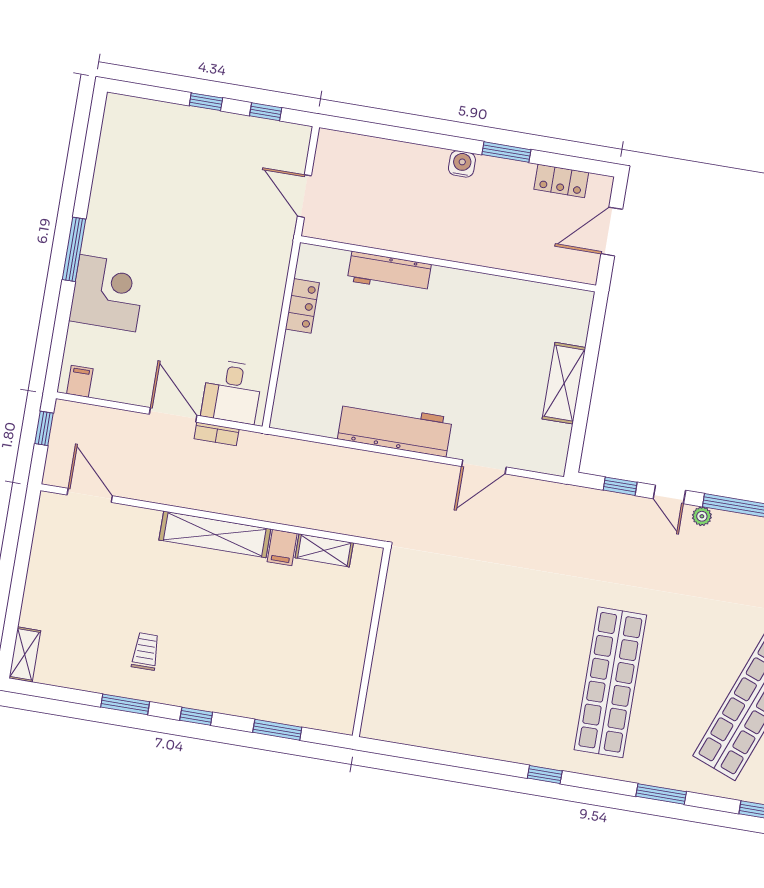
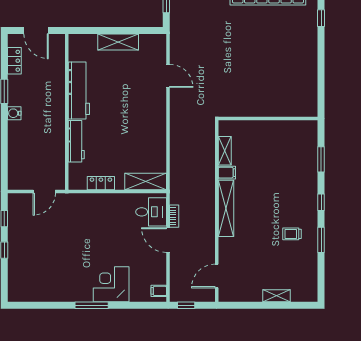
shelving: (291, 391) -> (146, 182), added
door: (173, 415) -> (168, 240), hinge flipped
workbench: (395, 428) -> (79, 91), moved, turned 180
shelving: (25, 654) -> (277, 296), moved

